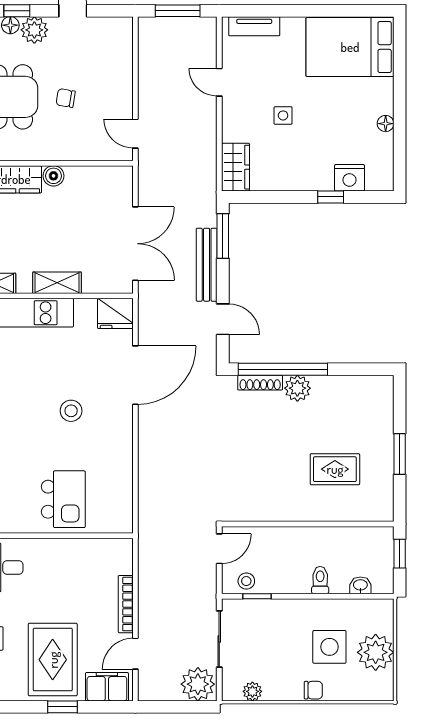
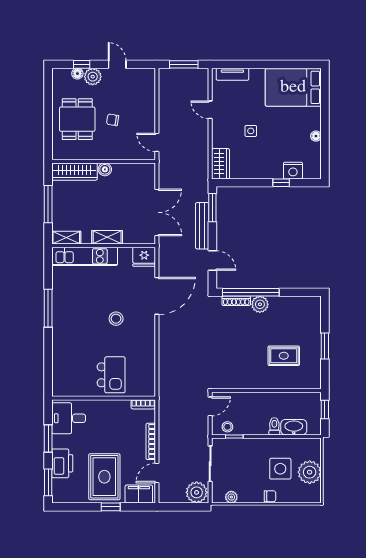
bookcase: (114, 545) -> (143, 404), added
washbasin: (360, 585) -> (294, 427), width x1.91, depth x1.45

